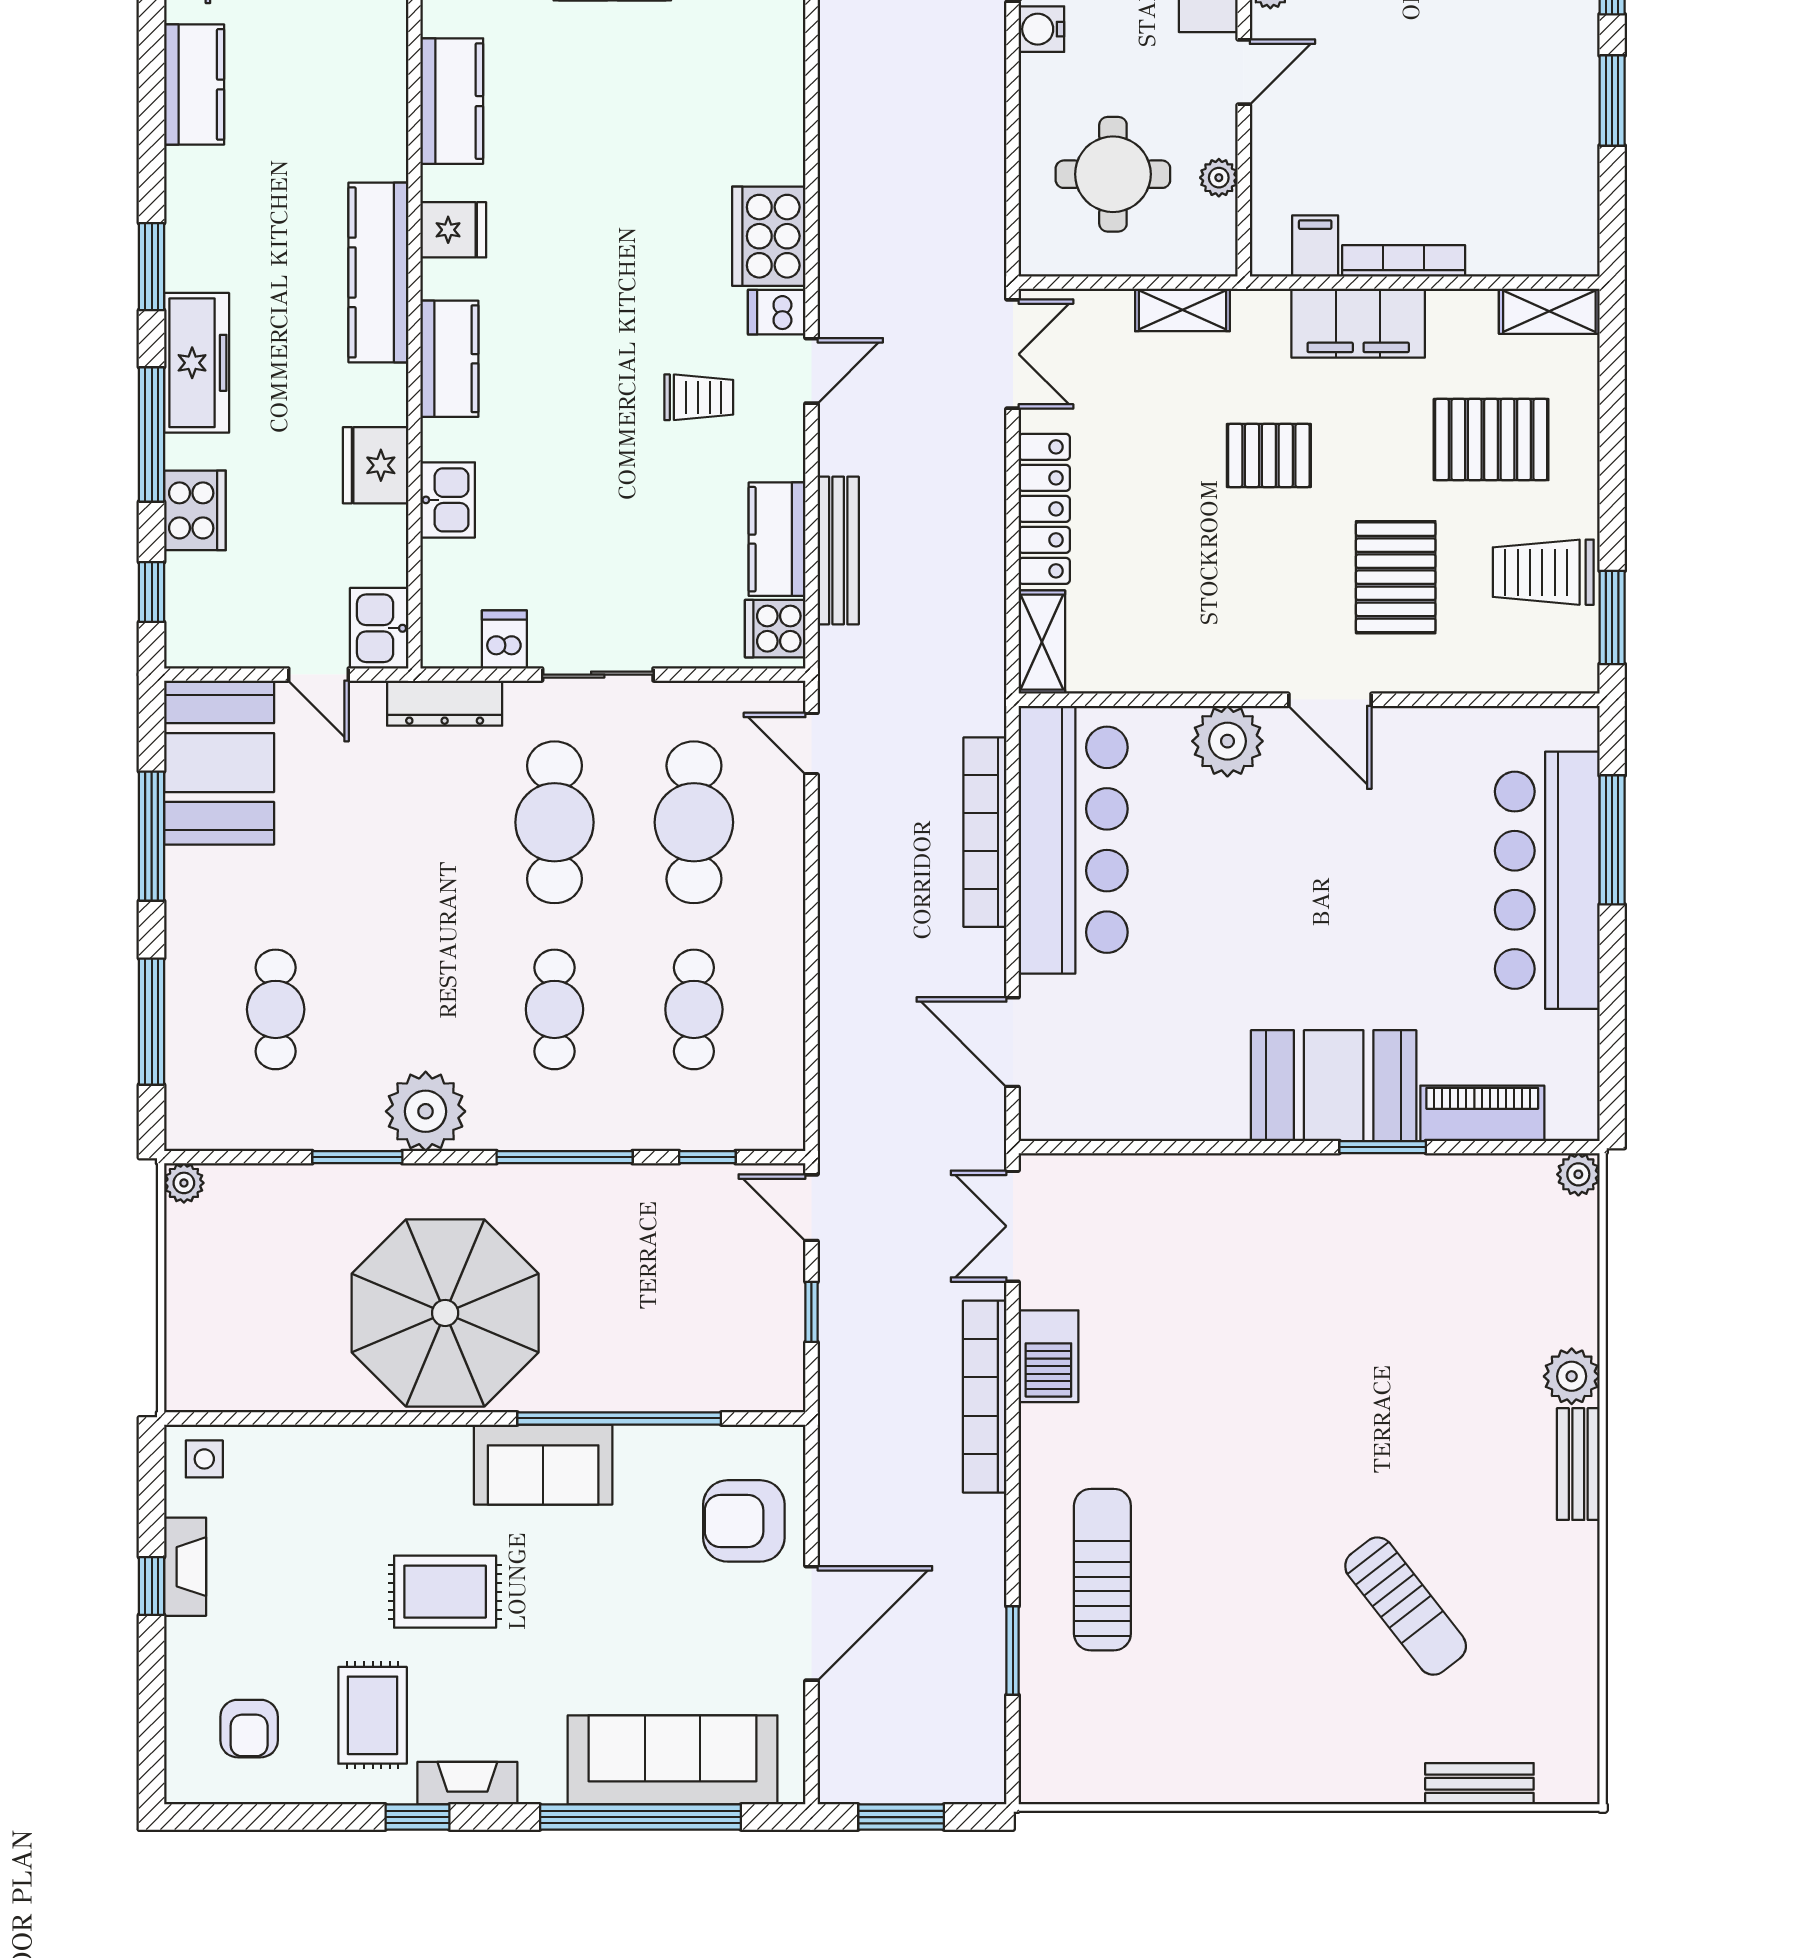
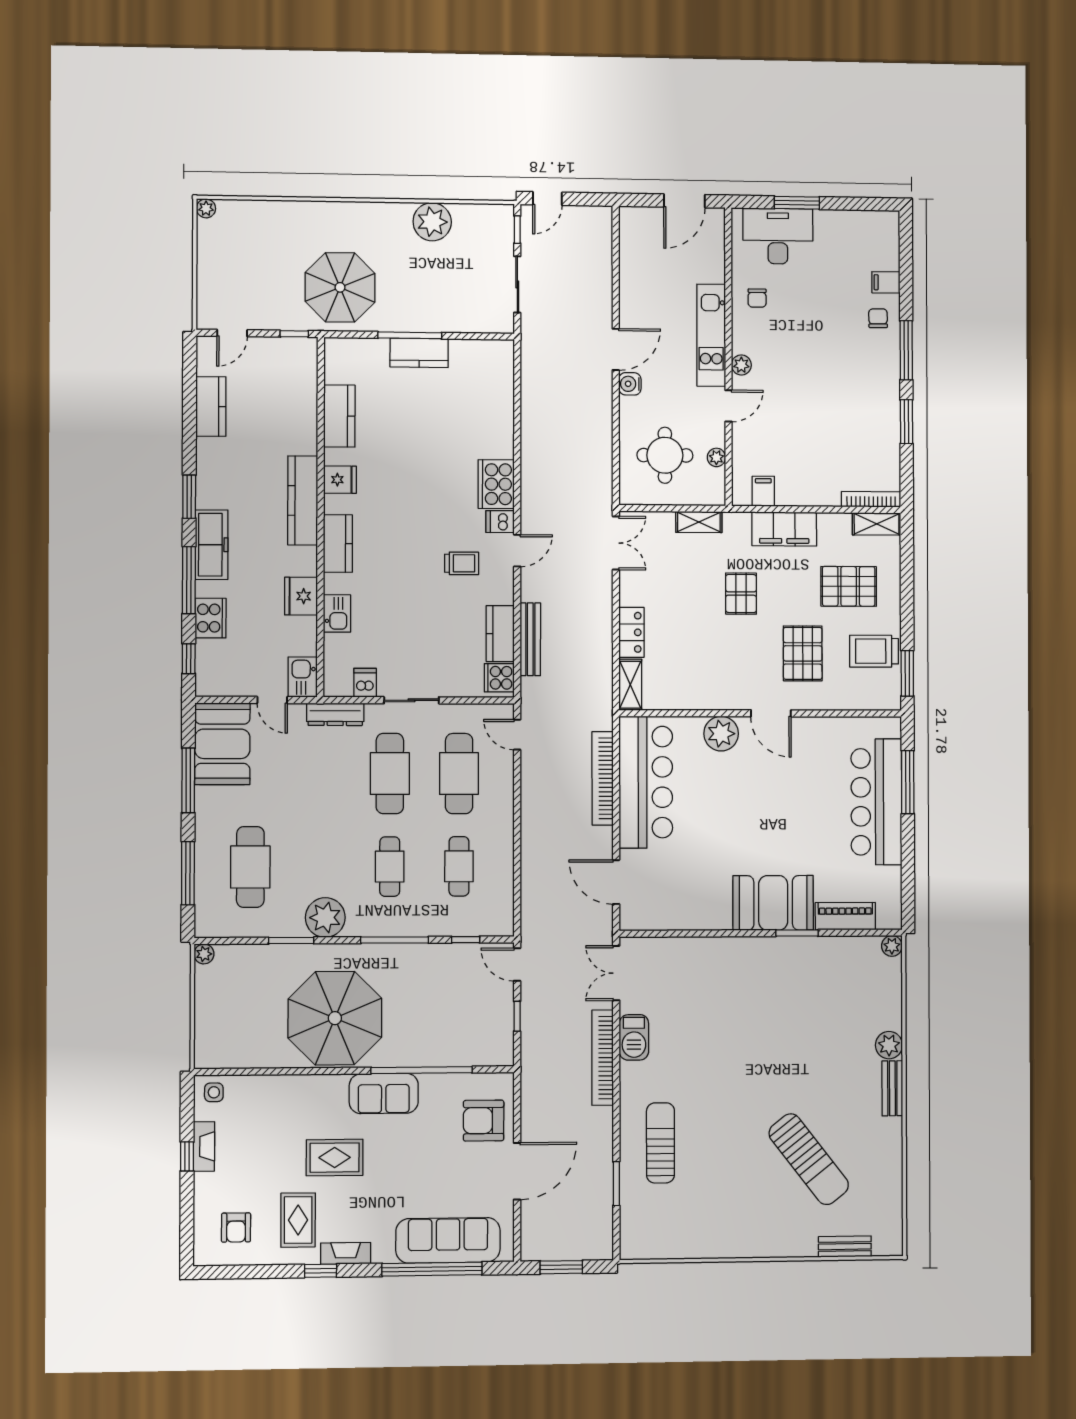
bookcase: (1404, 261) -> (871, 499), moved
pallet: (1269, 455) -> (741, 594), turned 90
locker: (1044, 509) -> (631, 632), width x0.66
cafe table: (276, 1009) -> (250, 867), width x1.37, depth x1.35
sun lounger: (1406, 1606) -> (809, 1159), width x1.36, depth x1.34

